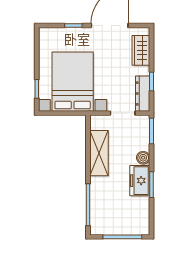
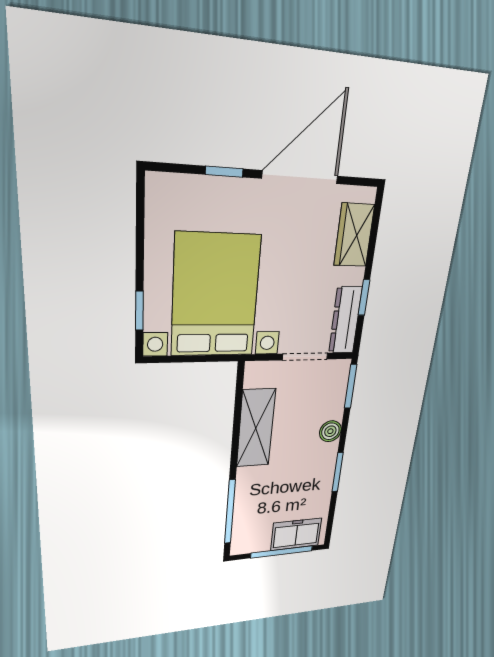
freezer: (140, 181) -> (296, 534), moved, turned 90

